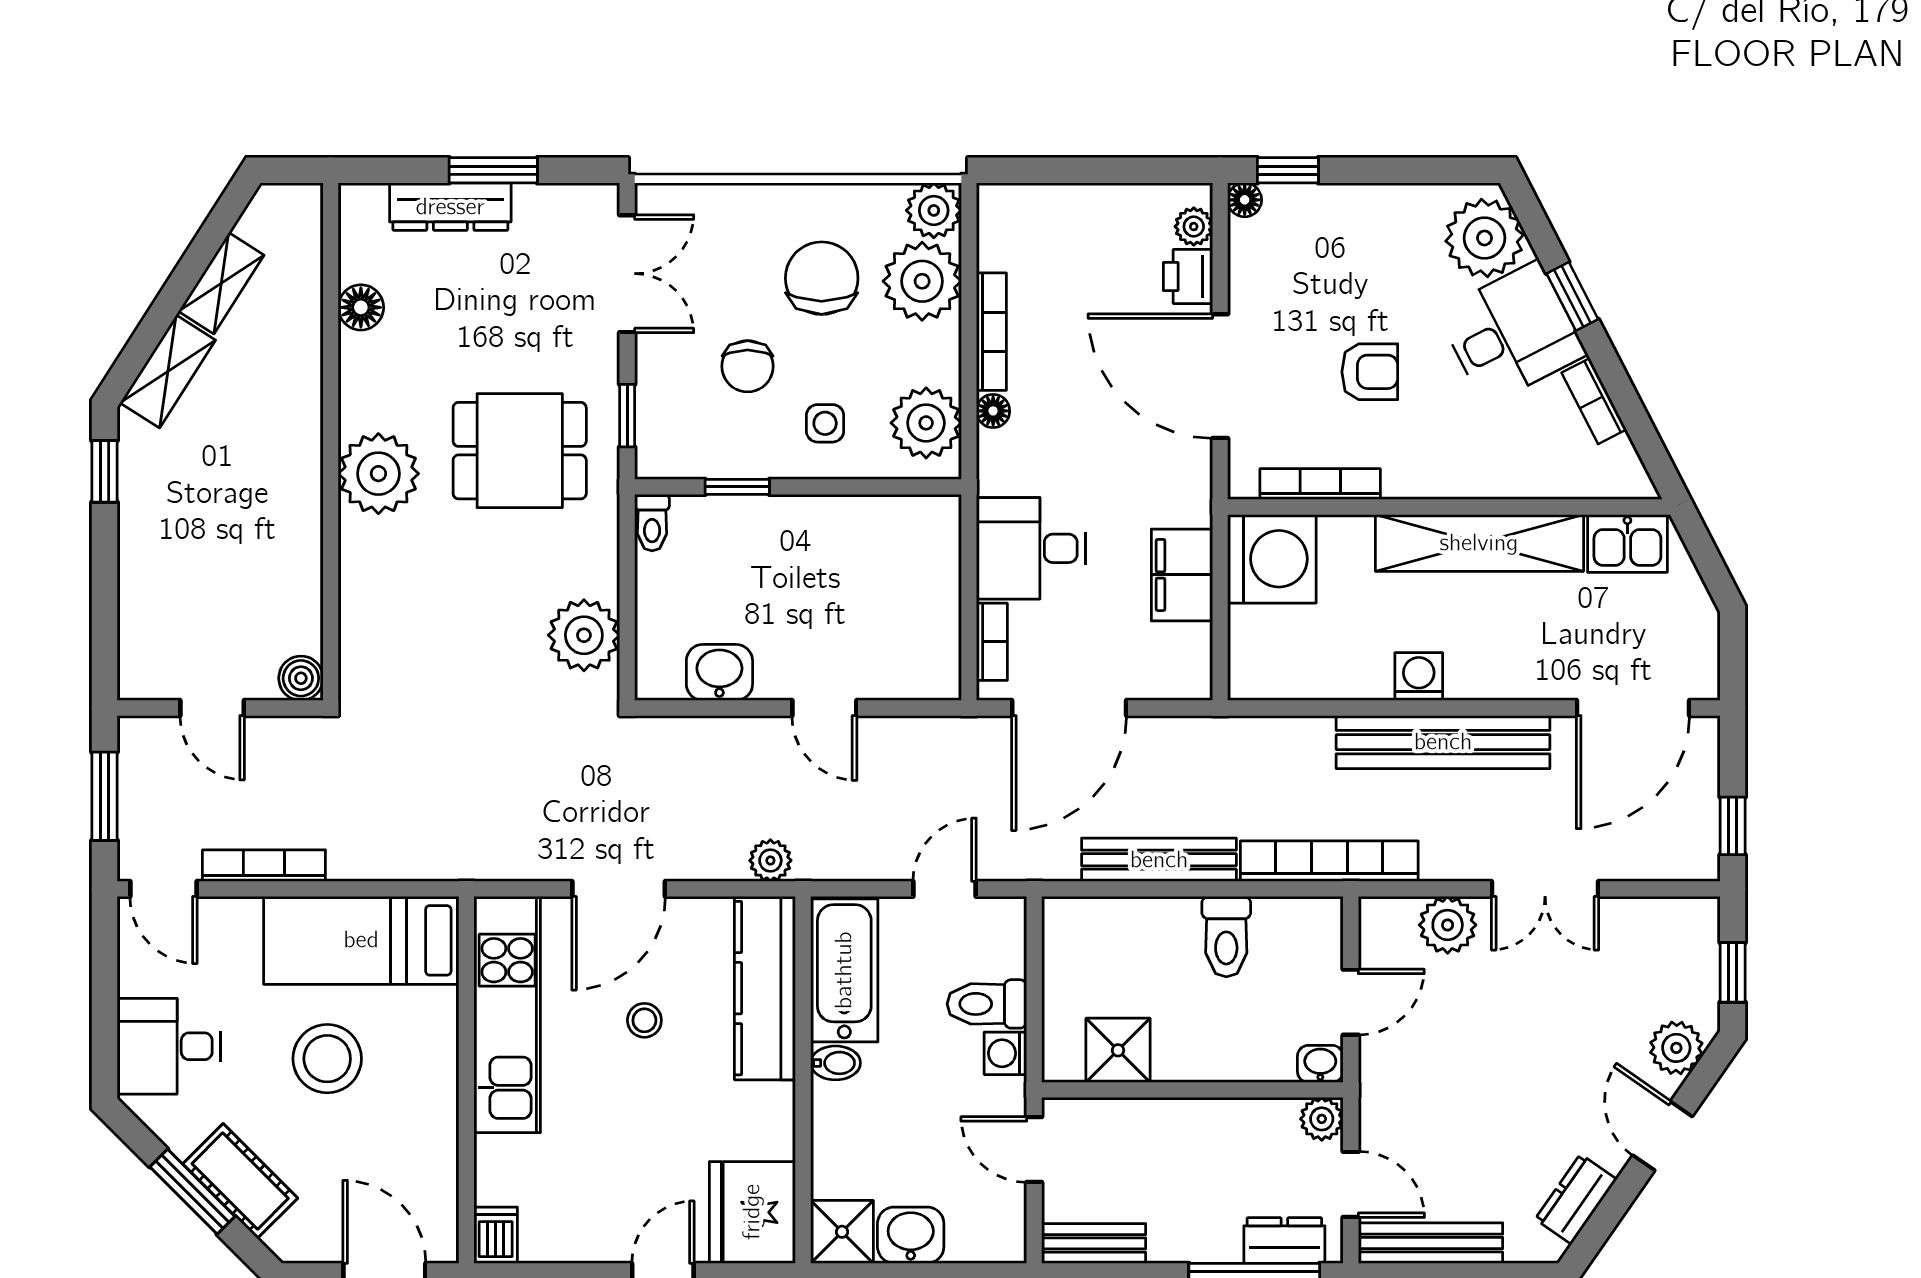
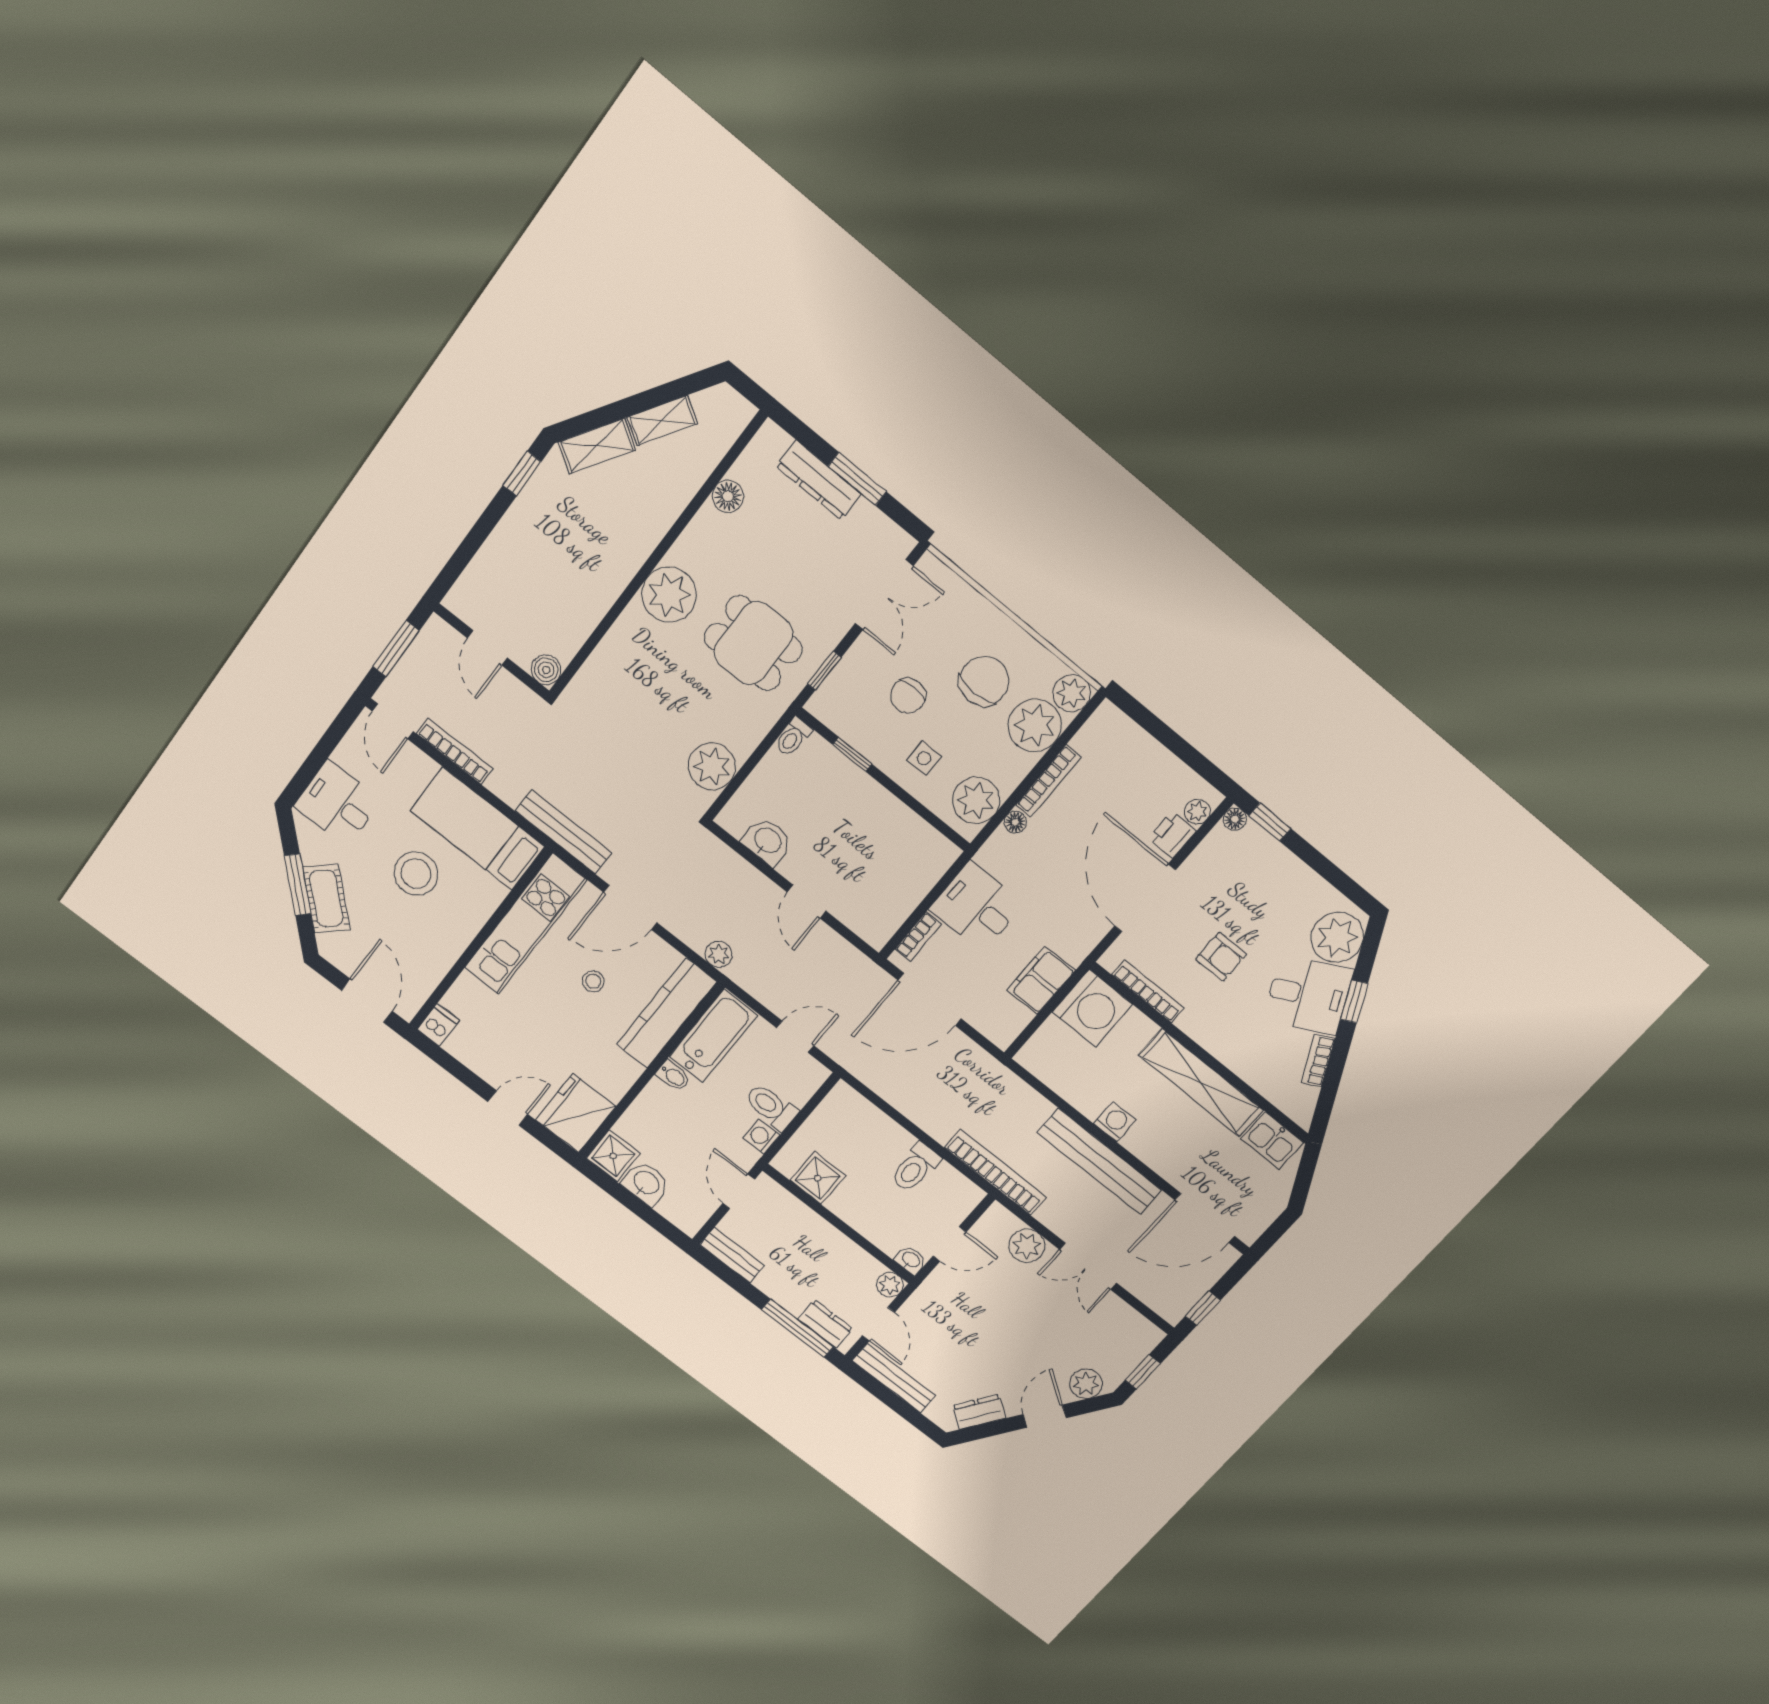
bench: (1159, 860) -> (564, 832), moved

